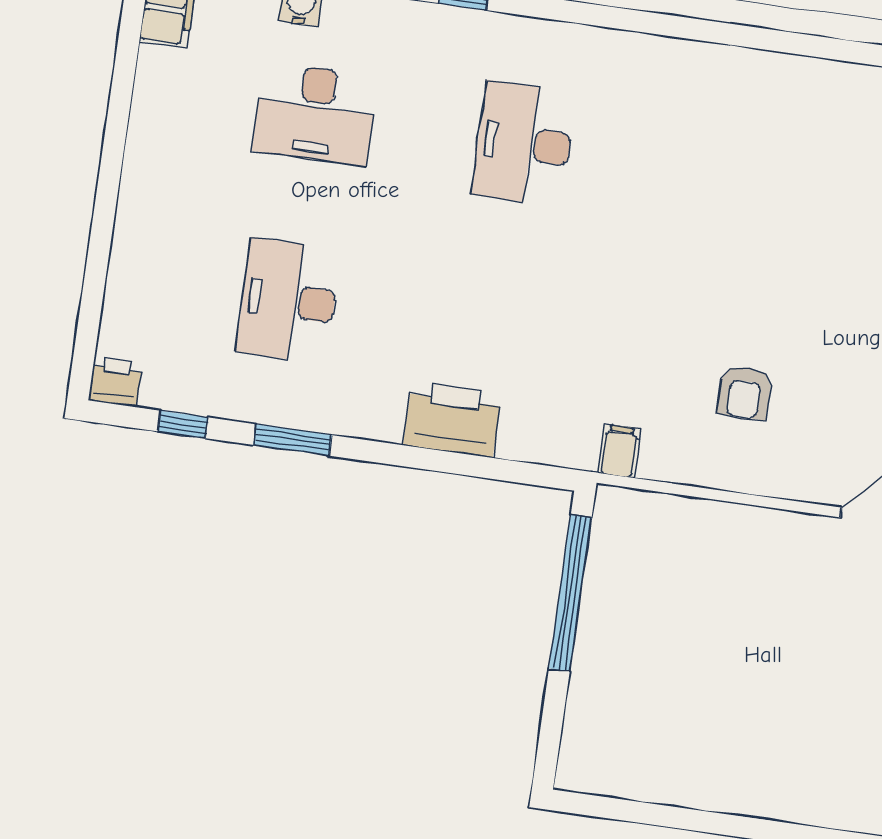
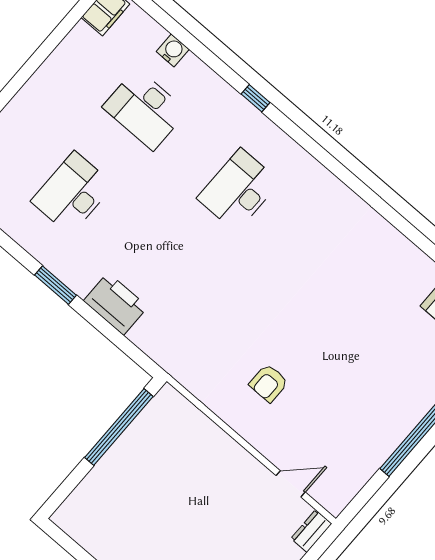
window: (293, 440) -> (56, 285), moved
filing cabinet: (619, 451) -> (188, 372), removed

